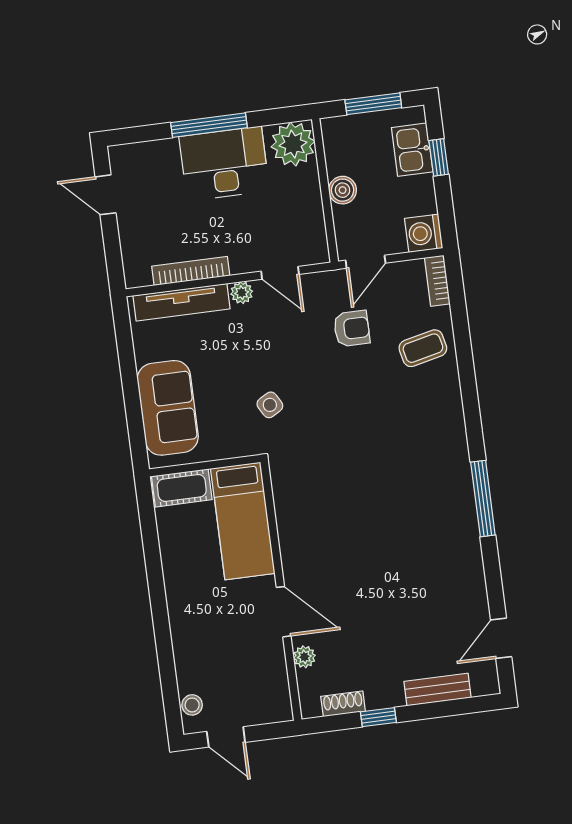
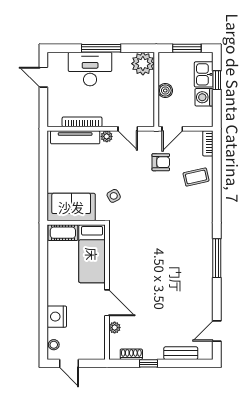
desk: (224, 164) -> (90, 69), moved
washing machine: (424, 233) -> (204, 97), moved
sofa: (168, 408) -> (71, 207), moved, turned -90
nightstand: (191, 650) -> (57, 317), added

